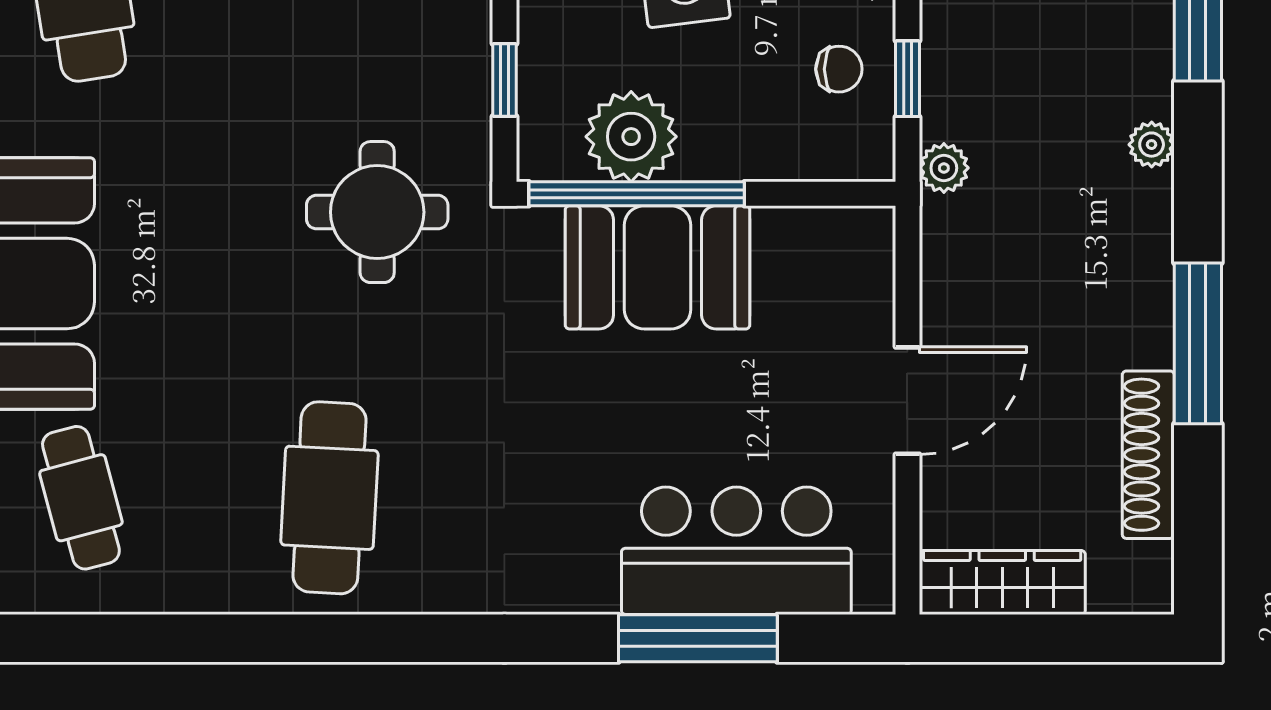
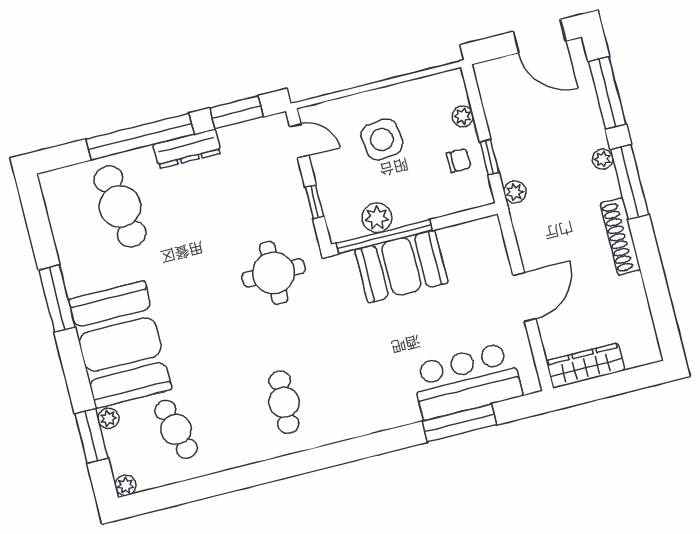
plant: (631, 137) -> (377, 218), width x0.73, depth x0.73
window: (1198, 343) -> (630, 182), moved
shoe rack: (1148, 455) -> (620, 237), moved
cafe table: (329, 498) -> (284, 402), width x0.73, depth x0.74

